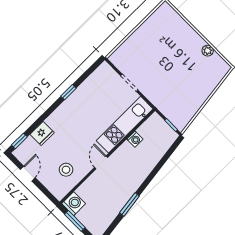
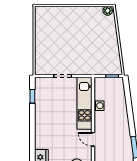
plant: (208, 51) -> (108, 11), moved
window: (68, 92) -> (32, 96), moved

